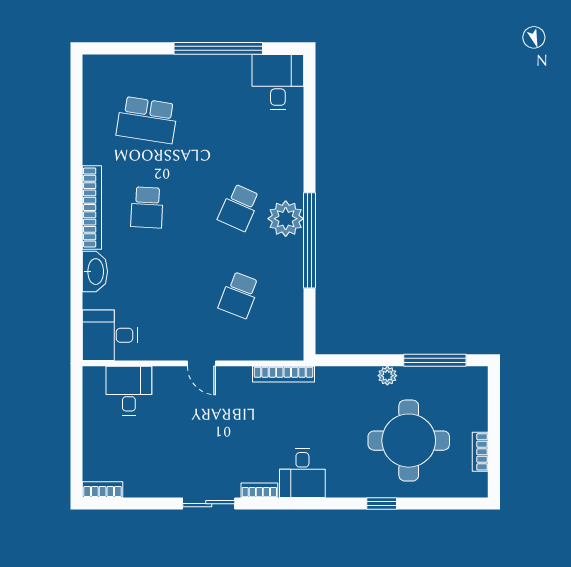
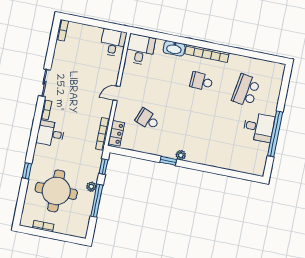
desk: (278, 82) -> (259, 127), moved
school desk: (239, 207) -> (192, 128), removed
plant: (286, 219) -> (181, 155), width x0.53, depth x0.53
window: (310, 240) -> (168, 161), width x0.32
locker: (277, 349) -> (116, 133), added
window: (345, 360) -> (103, 167), added
window: (435, 360) -> (97, 201), moved
desk: (129, 391) -> (113, 43), moved, turned -90

